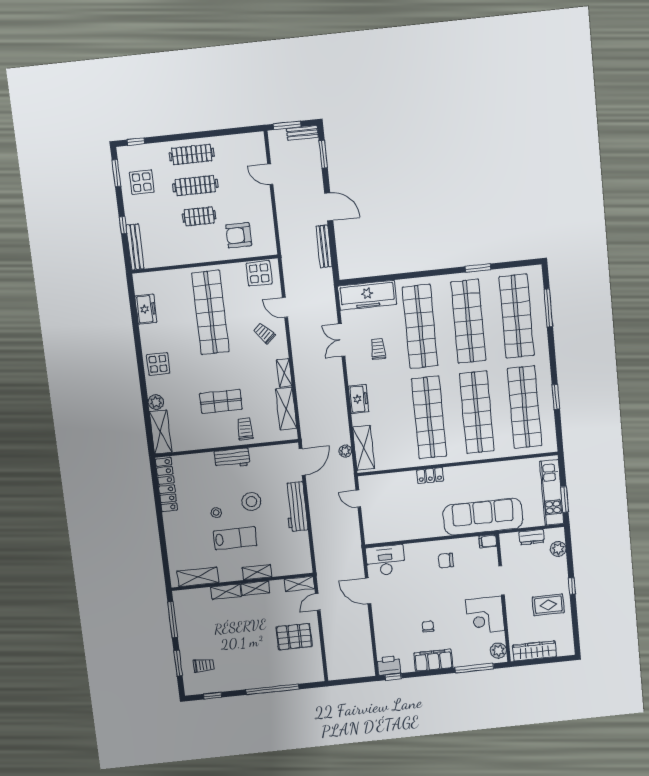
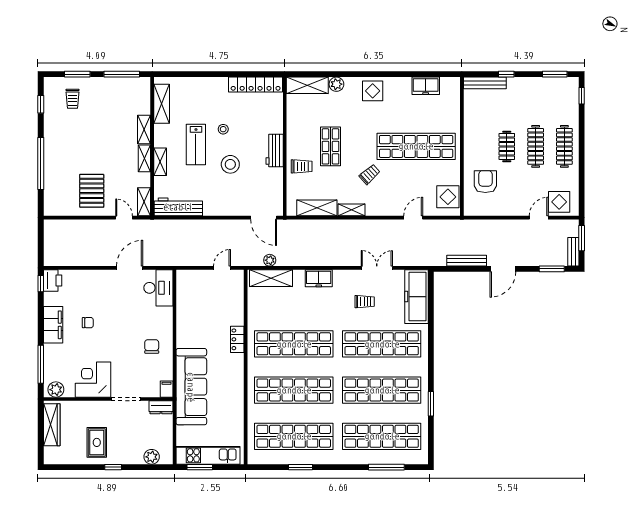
display table: (142, 182) -> (559, 202), moved
trolley: (264, 333) -> (370, 174), moved
workbench: (296, 507) -> (178, 207), moved
dresser: (532, 537) -> (161, 407), moved, turned -90

